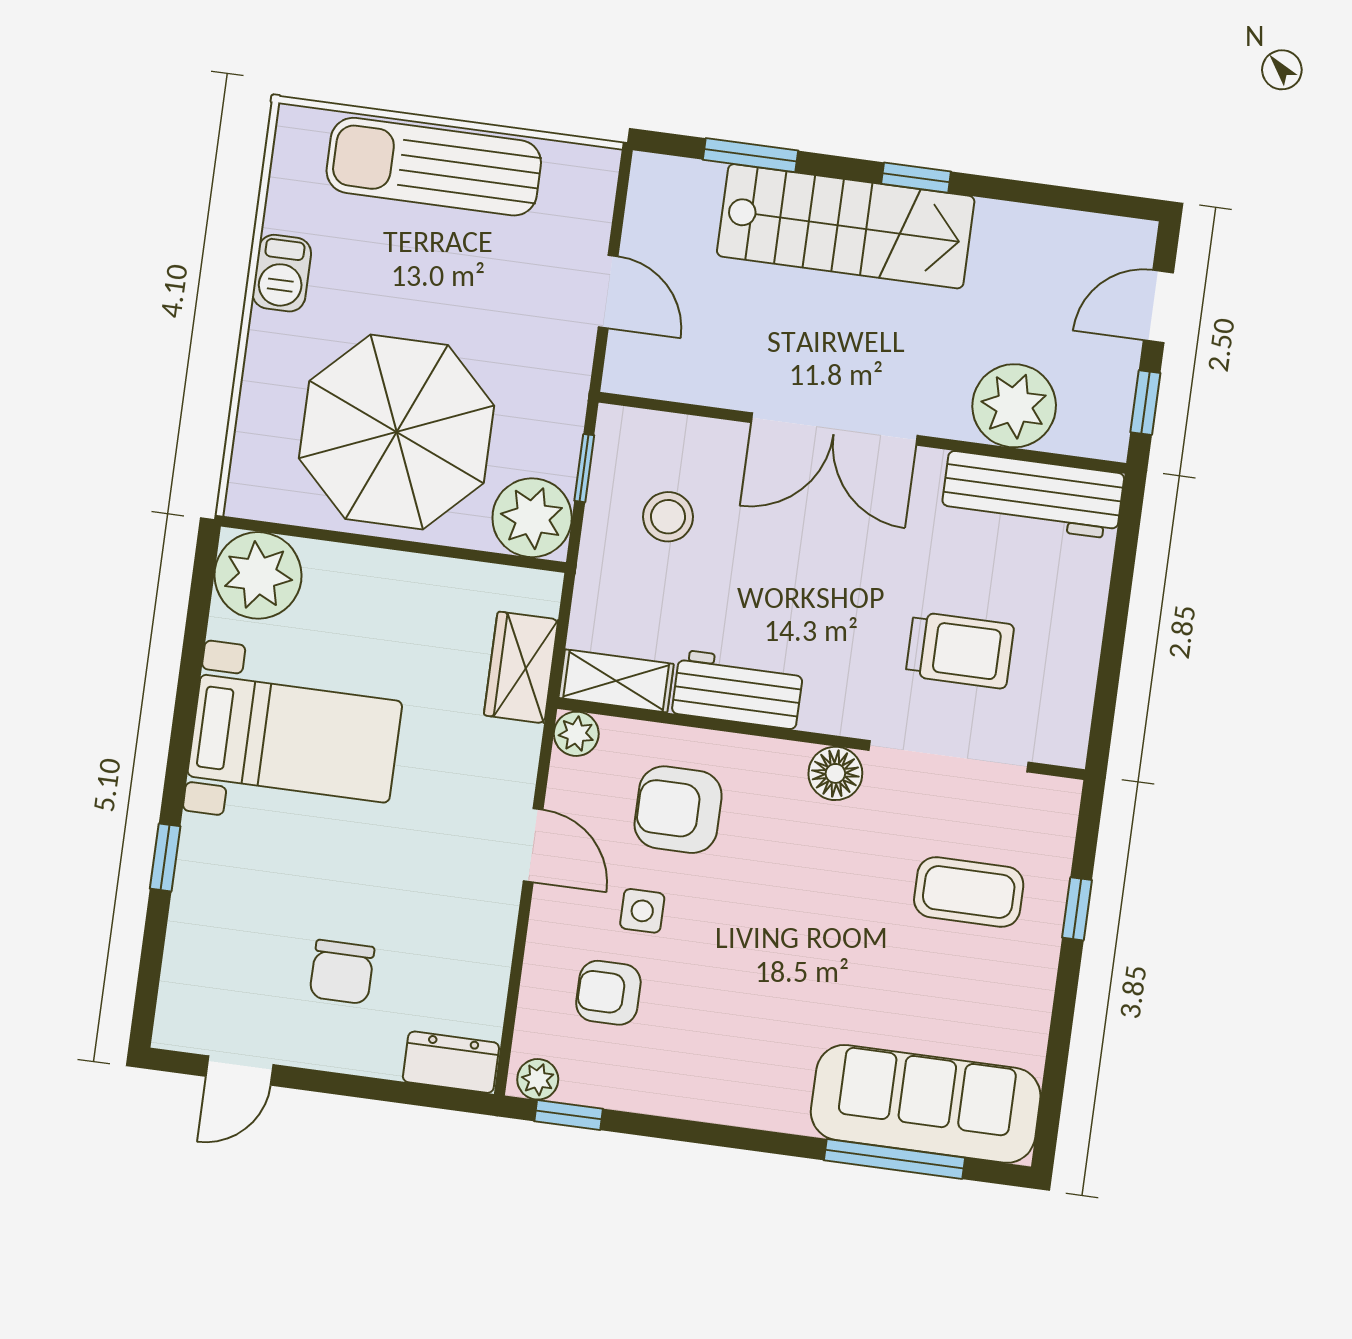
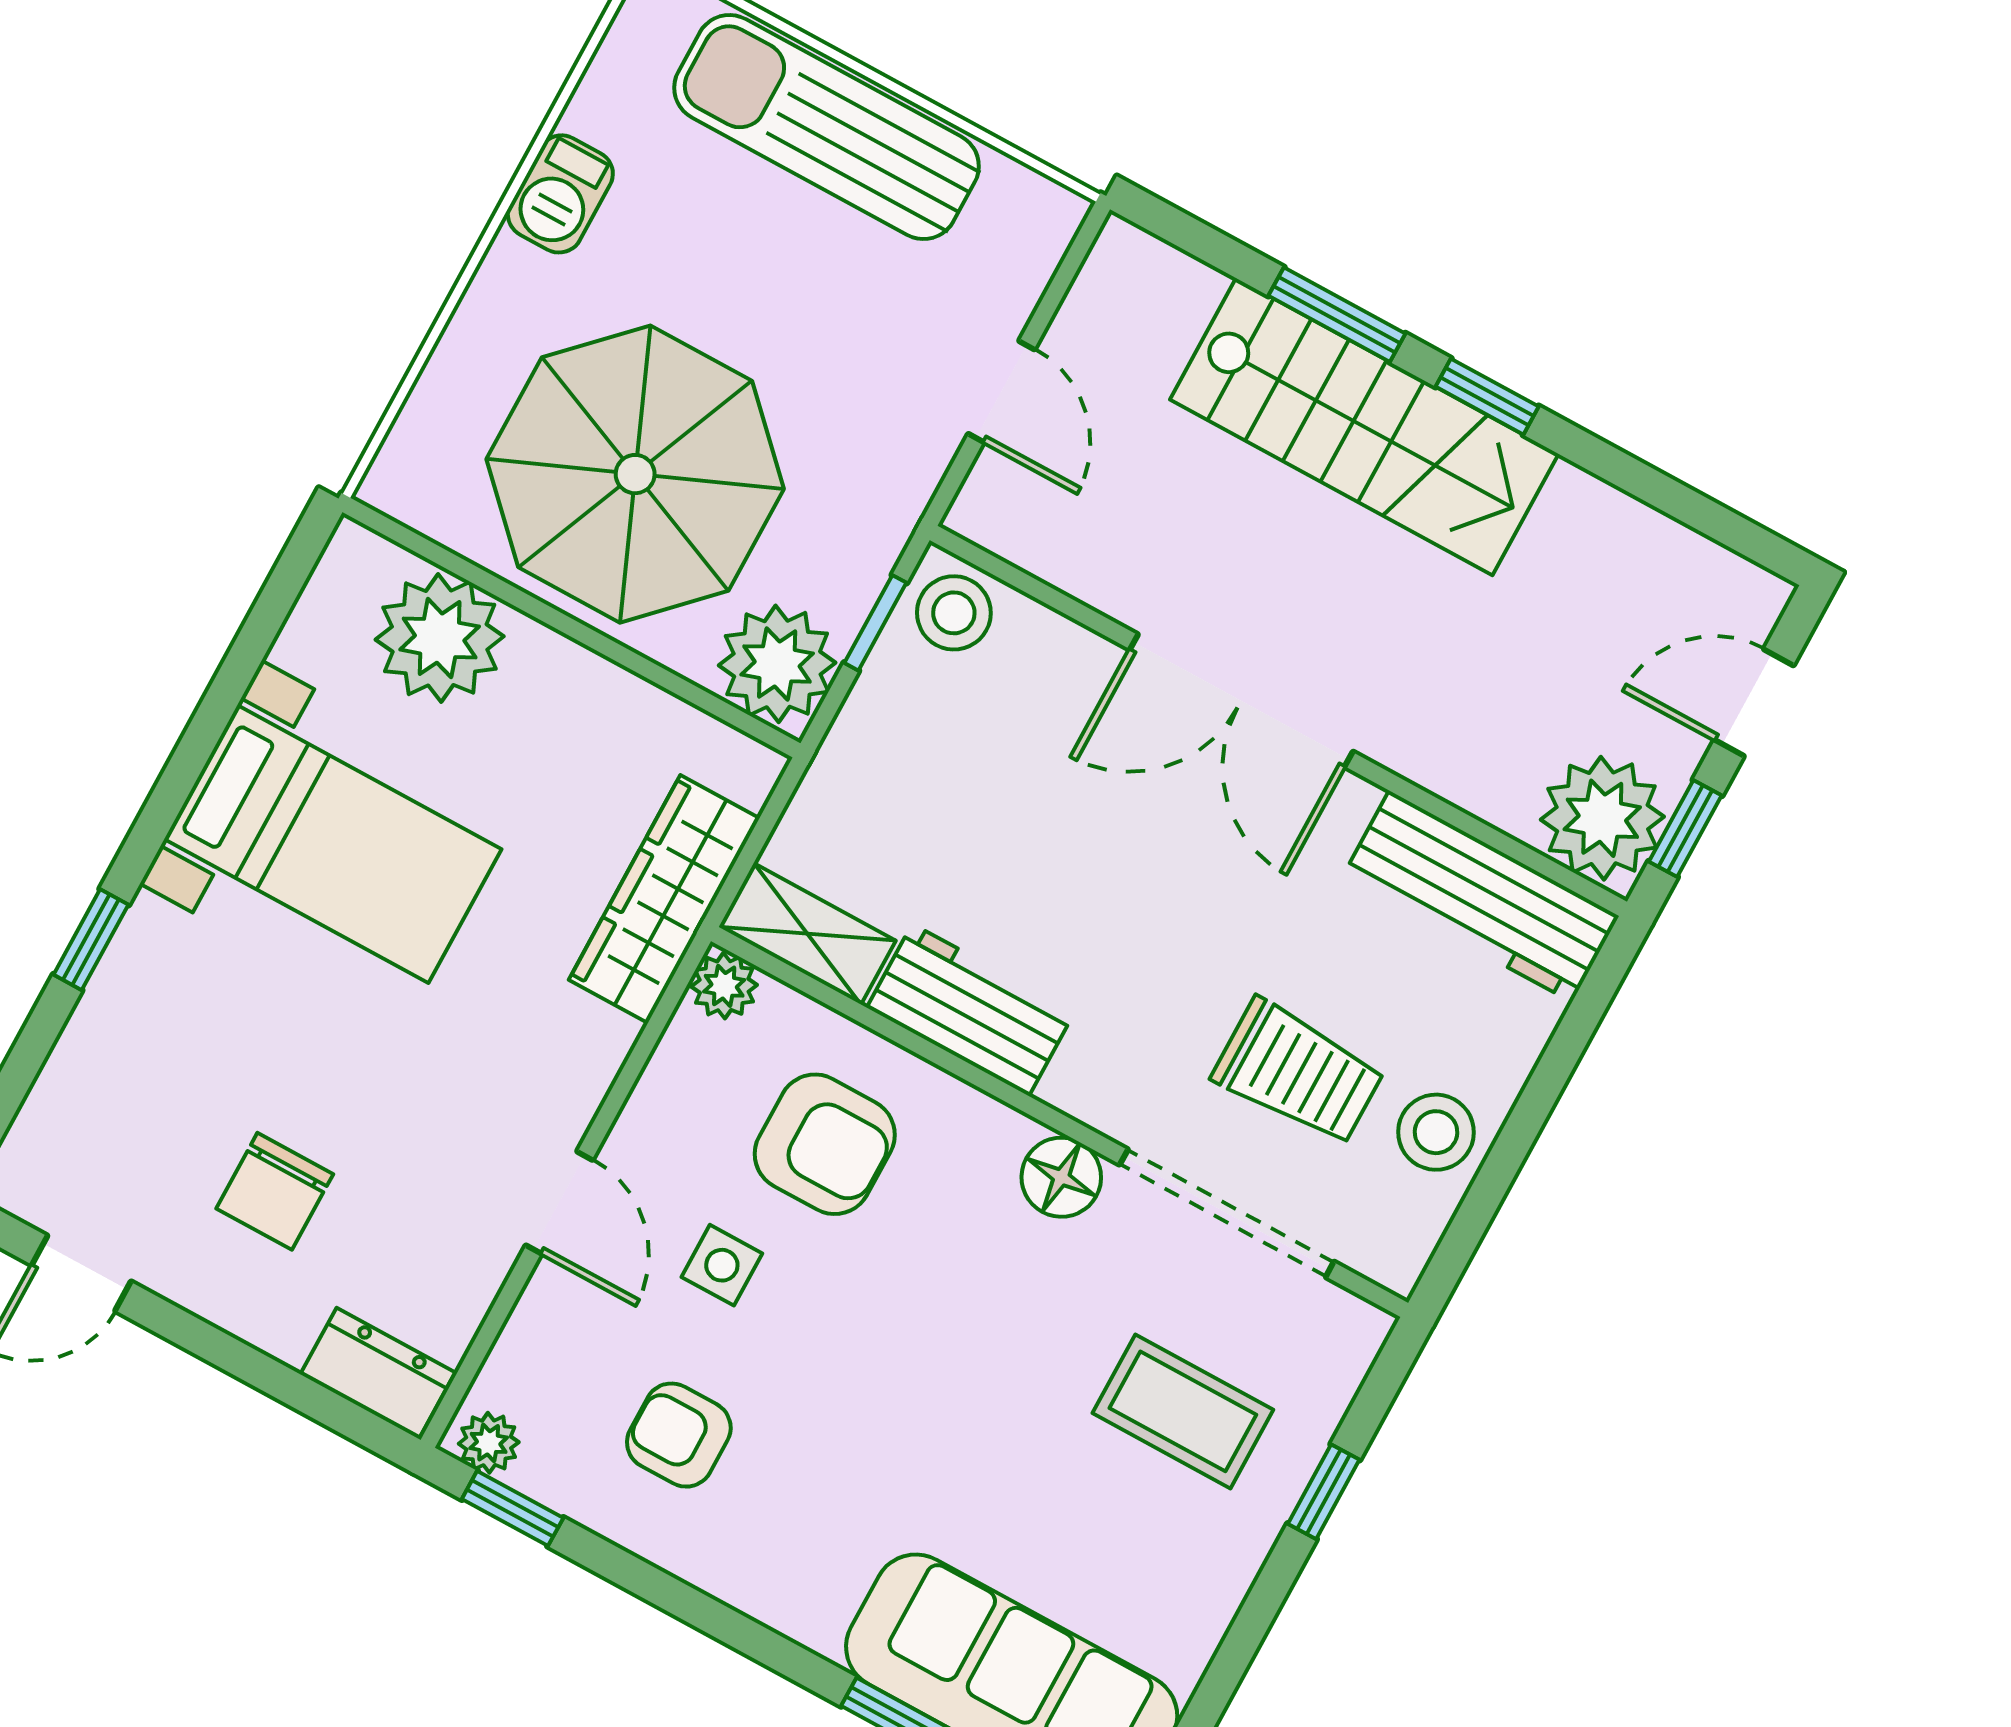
window: (751, 155) -> (1337, 315), moved
plant: (1014, 406) -> (1602, 818), moved
stool: (668, 517) -> (954, 613), moved
plant: (258, 575) -> (440, 638), moved
stool: (1061, 655) -> (1436, 1132), added
wardrobe: (521, 667) -> (664, 899), width x1.50
armchair: (678, 810) -> (825, 1144), turned 180
door: (533, 845) -> (559, 1203), moved
armchair: (608, 993) -> (679, 1435), moved

